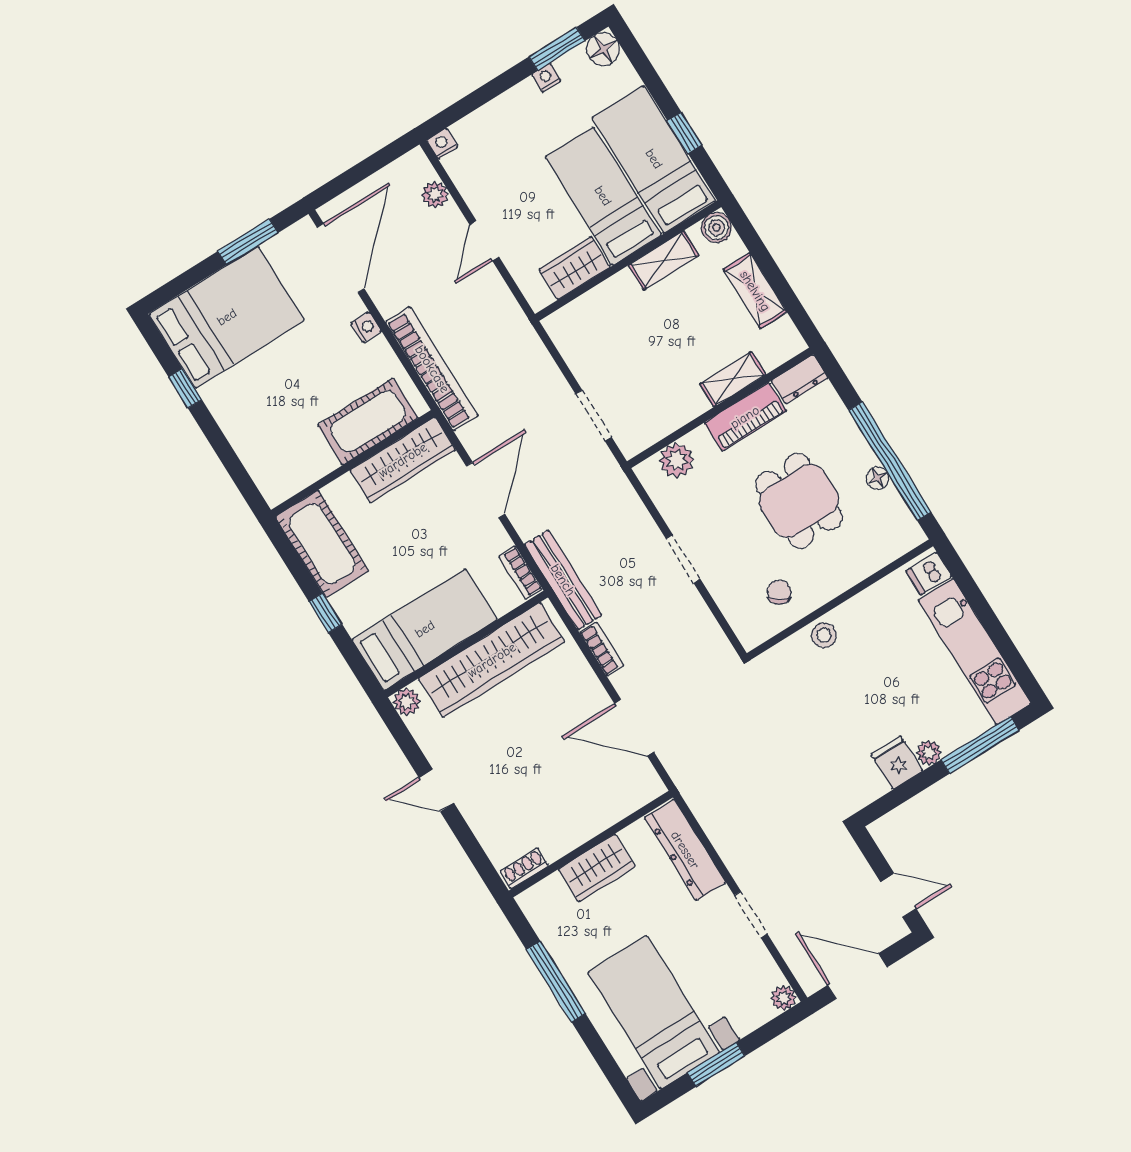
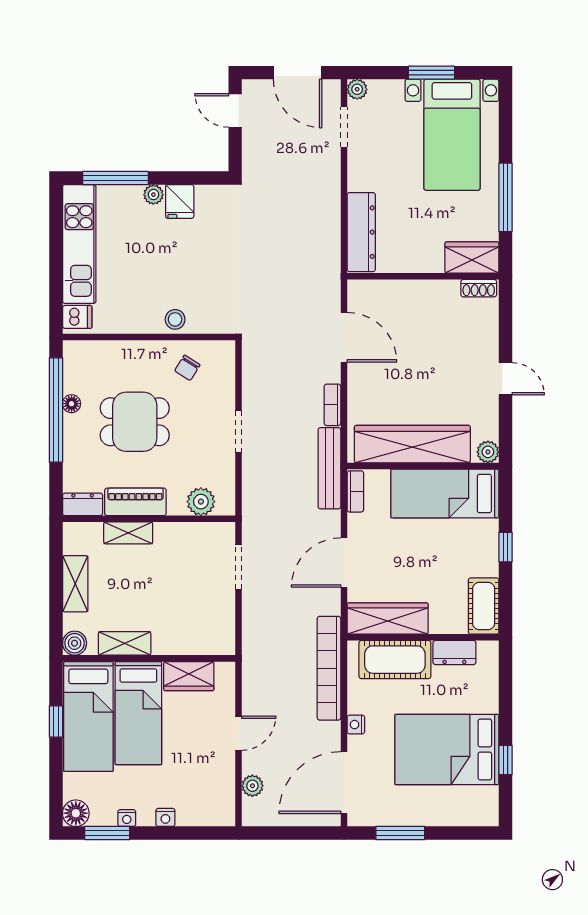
nightstand: (442, 143) -> (165, 817), moved
bed: (227, 317) -> (447, 749), moved
dresser: (310, 468) -> (454, 653), added
dining table: (799, 501) -> (135, 422), turned 90
cot: (322, 544) -> (484, 606), width x0.73, depth x0.75
wardrobe: (597, 868) -> (472, 258), moved
doorway: (751, 915) -> (344, 127), moved

